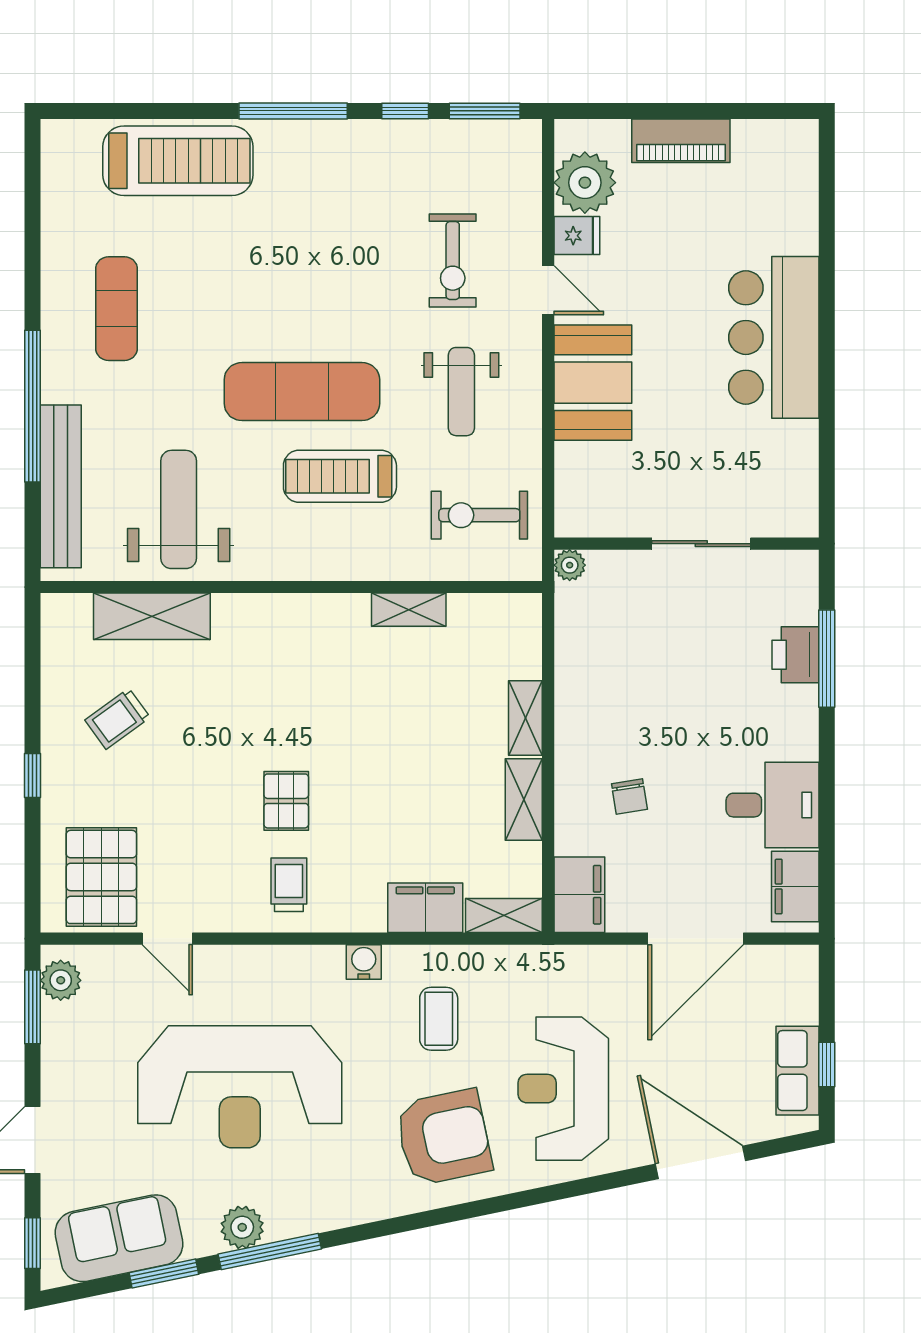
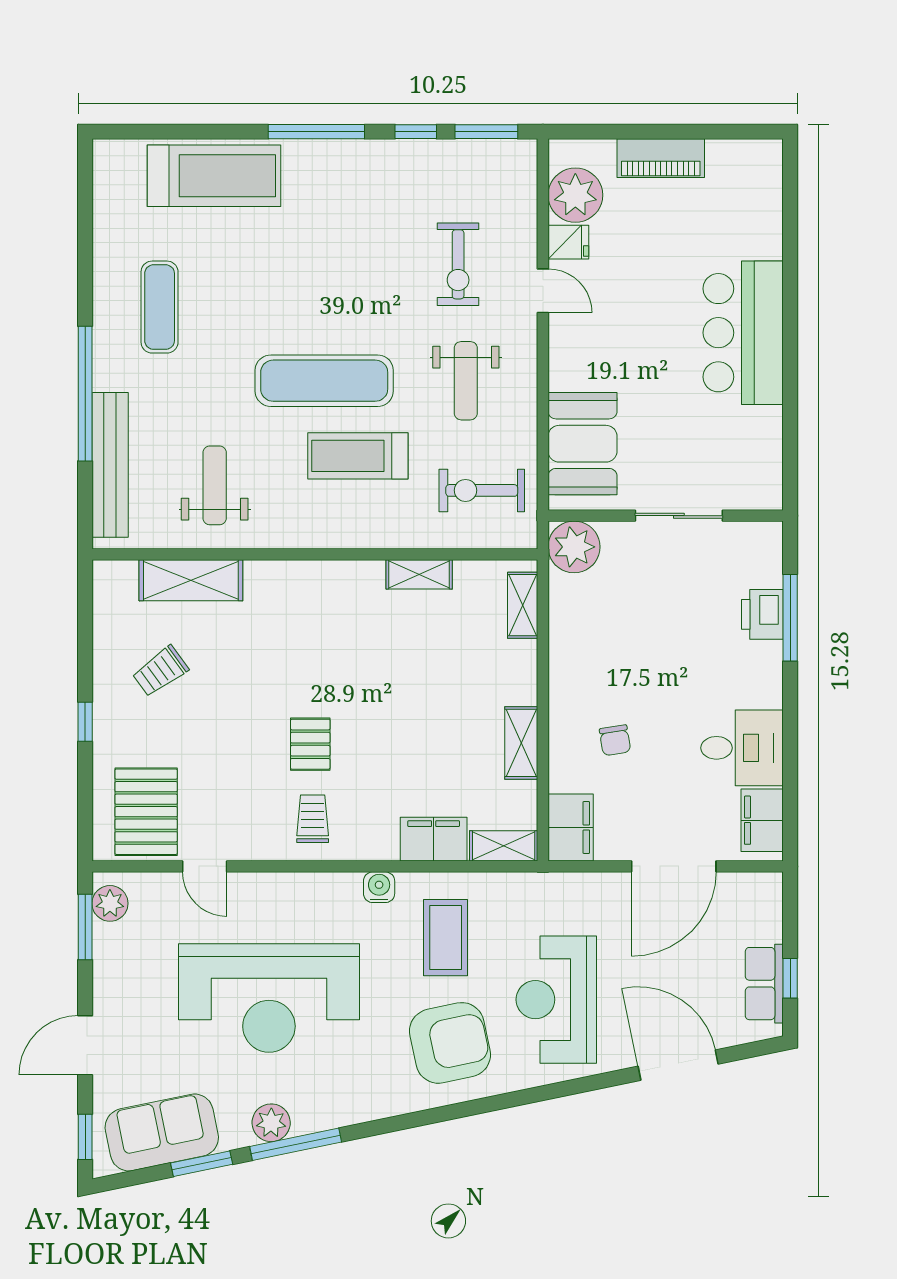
booth: (593, 383) -> (582, 444), moved
weight bench: (179, 509) -> (215, 485), width x0.73, depth x0.75
plant: (570, 565) -> (574, 547), width x1.87, depth x1.87
shelving: (525, 718) -> (523, 605), moved
coffee table: (439, 1019) -> (446, 938), width x1.36, depth x1.30

